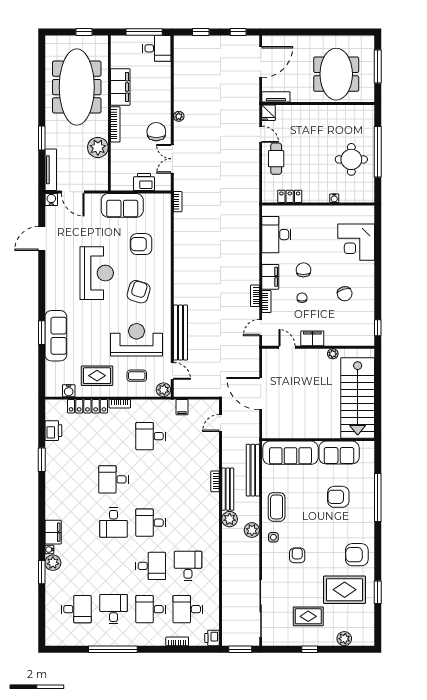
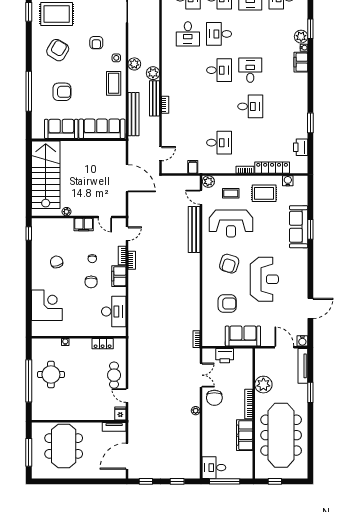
reception desk: (97, 273) -> (264, 279), turned 180
armchair: (357, 555) -> (58, 50), moved, turned -59

